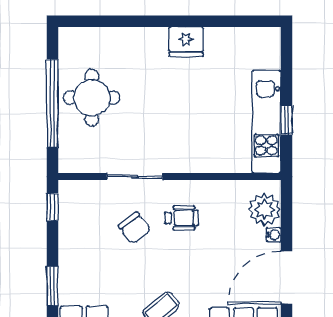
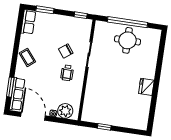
kitchen unit: (266, 122) -> (105, 118), removed

